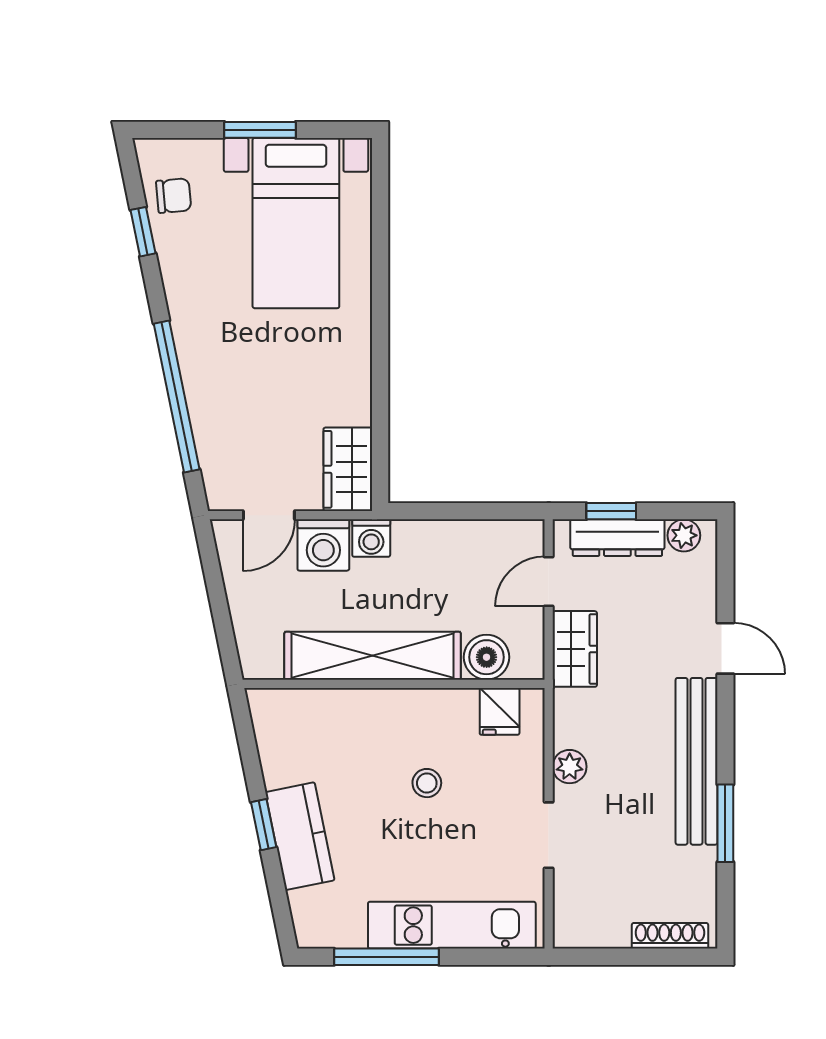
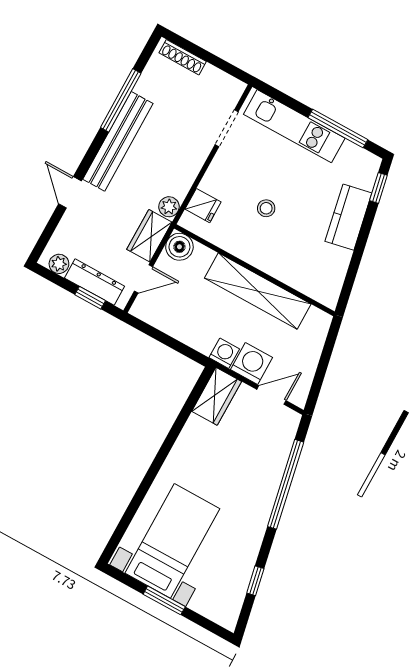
chair: (174, 196) -> (229, 591), removed
boiler: (487, 657) -> (179, 247), moved
fridge: (500, 711) -> (203, 206), moved, turned 90
plant: (570, 767) -> (169, 207), moved
window: (725, 823) -> (121, 100), width x1.44
window: (264, 825) -> (378, 188), moved
doorway: (549, 835) -> (227, 128), moved

